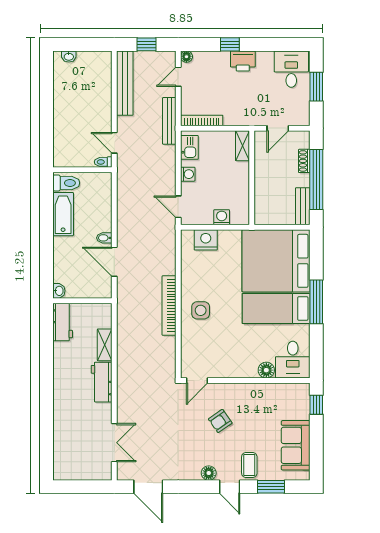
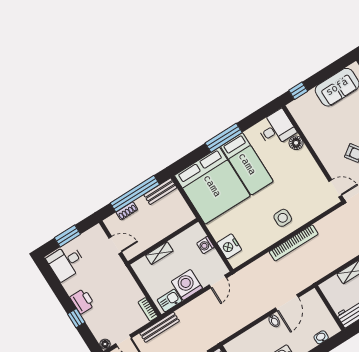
bookcase: (202, 120) -> (148, 309), width x0.64
shelving: (242, 146) -> (159, 253), moved
washing machine: (188, 174) -> (187, 285), width x1.89, depth x1.89
washbasin: (59, 291) -> (321, 337), moved

